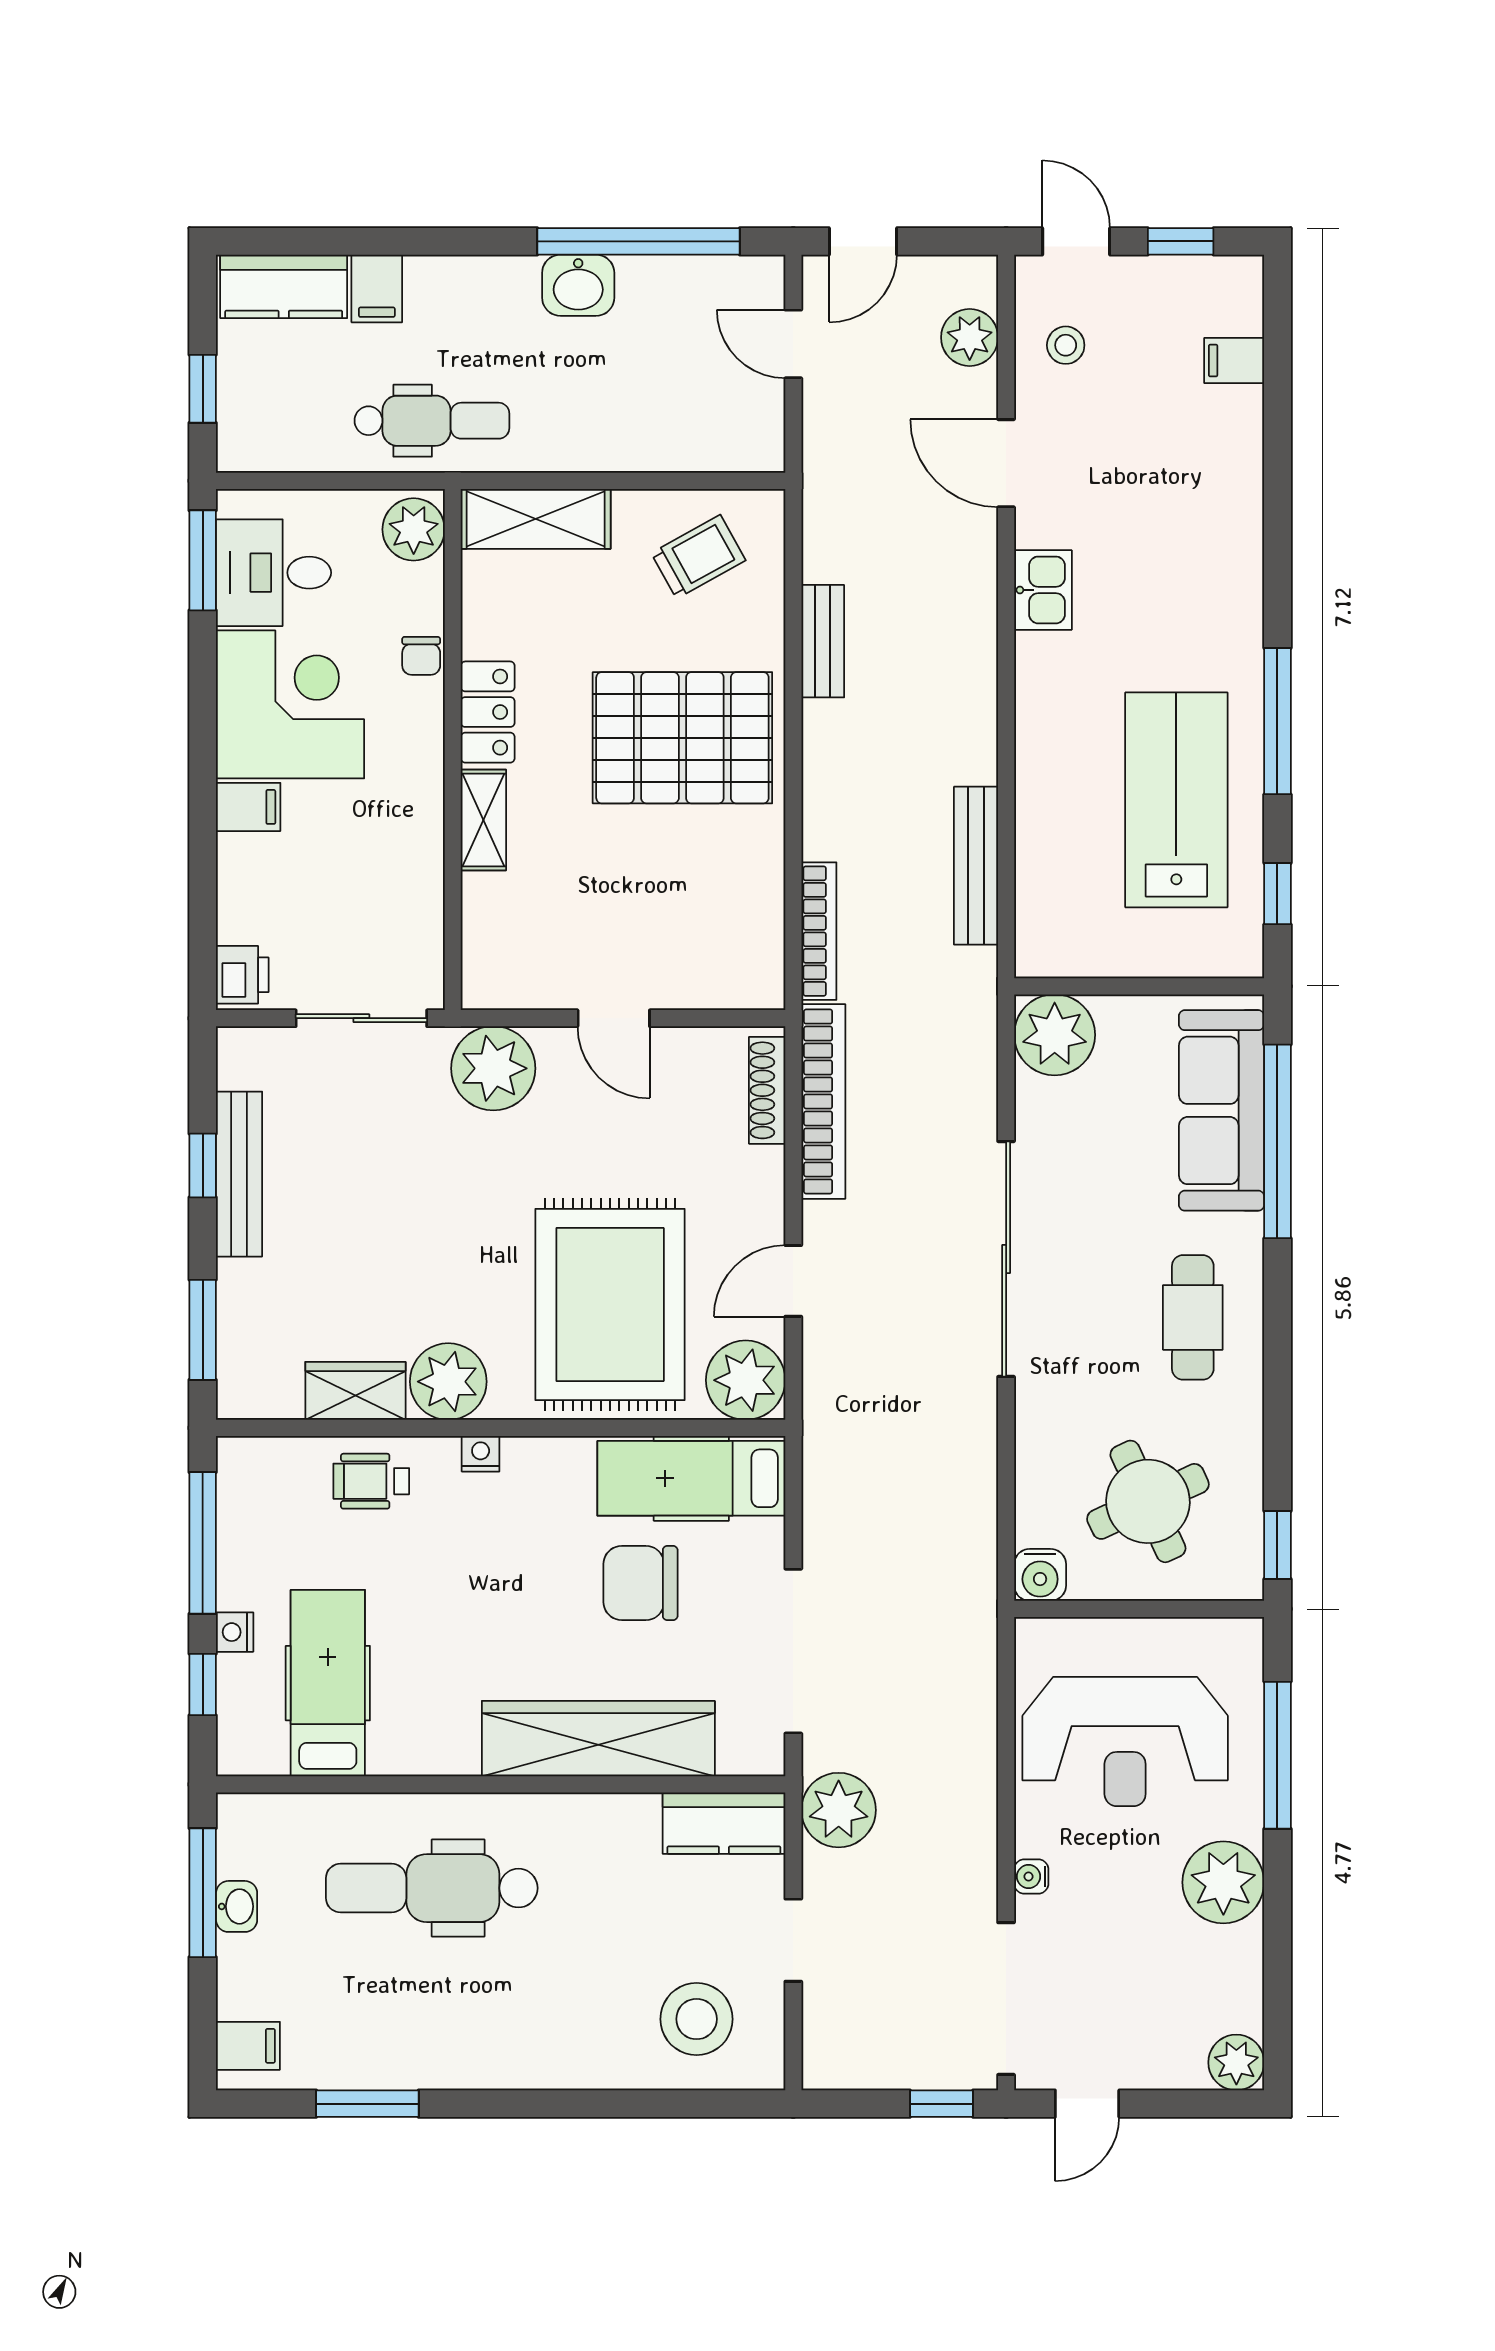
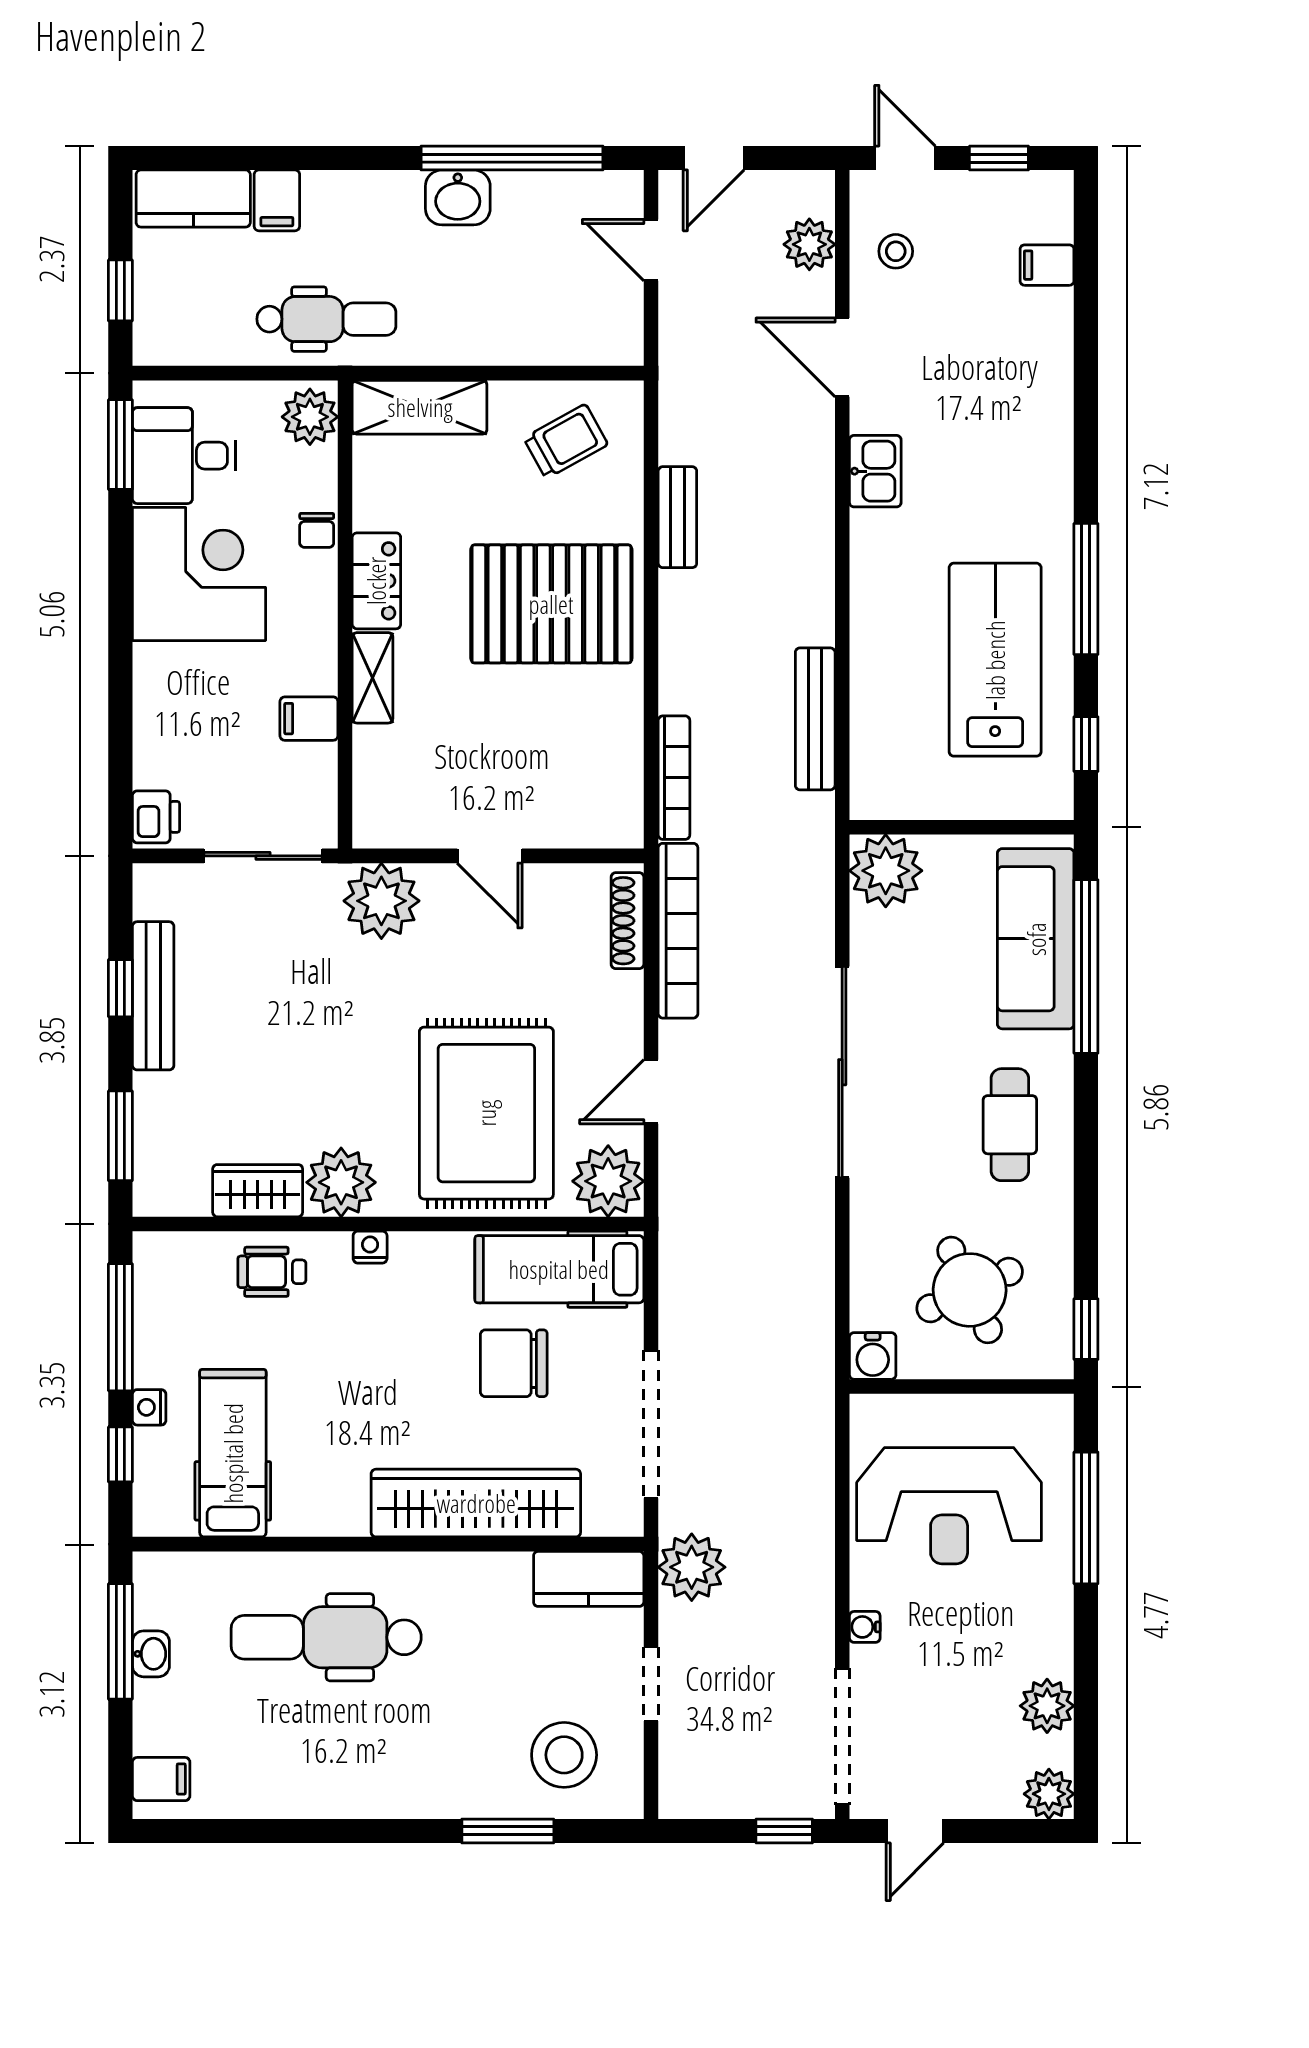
filing cabinet: (248, 807) -> (309, 719), moved, turned 180
plant: (1223, 1882) -> (1047, 1706), moved, width x0.73, depth x0.73
window: (367, 2104) -> (508, 1831), moved

